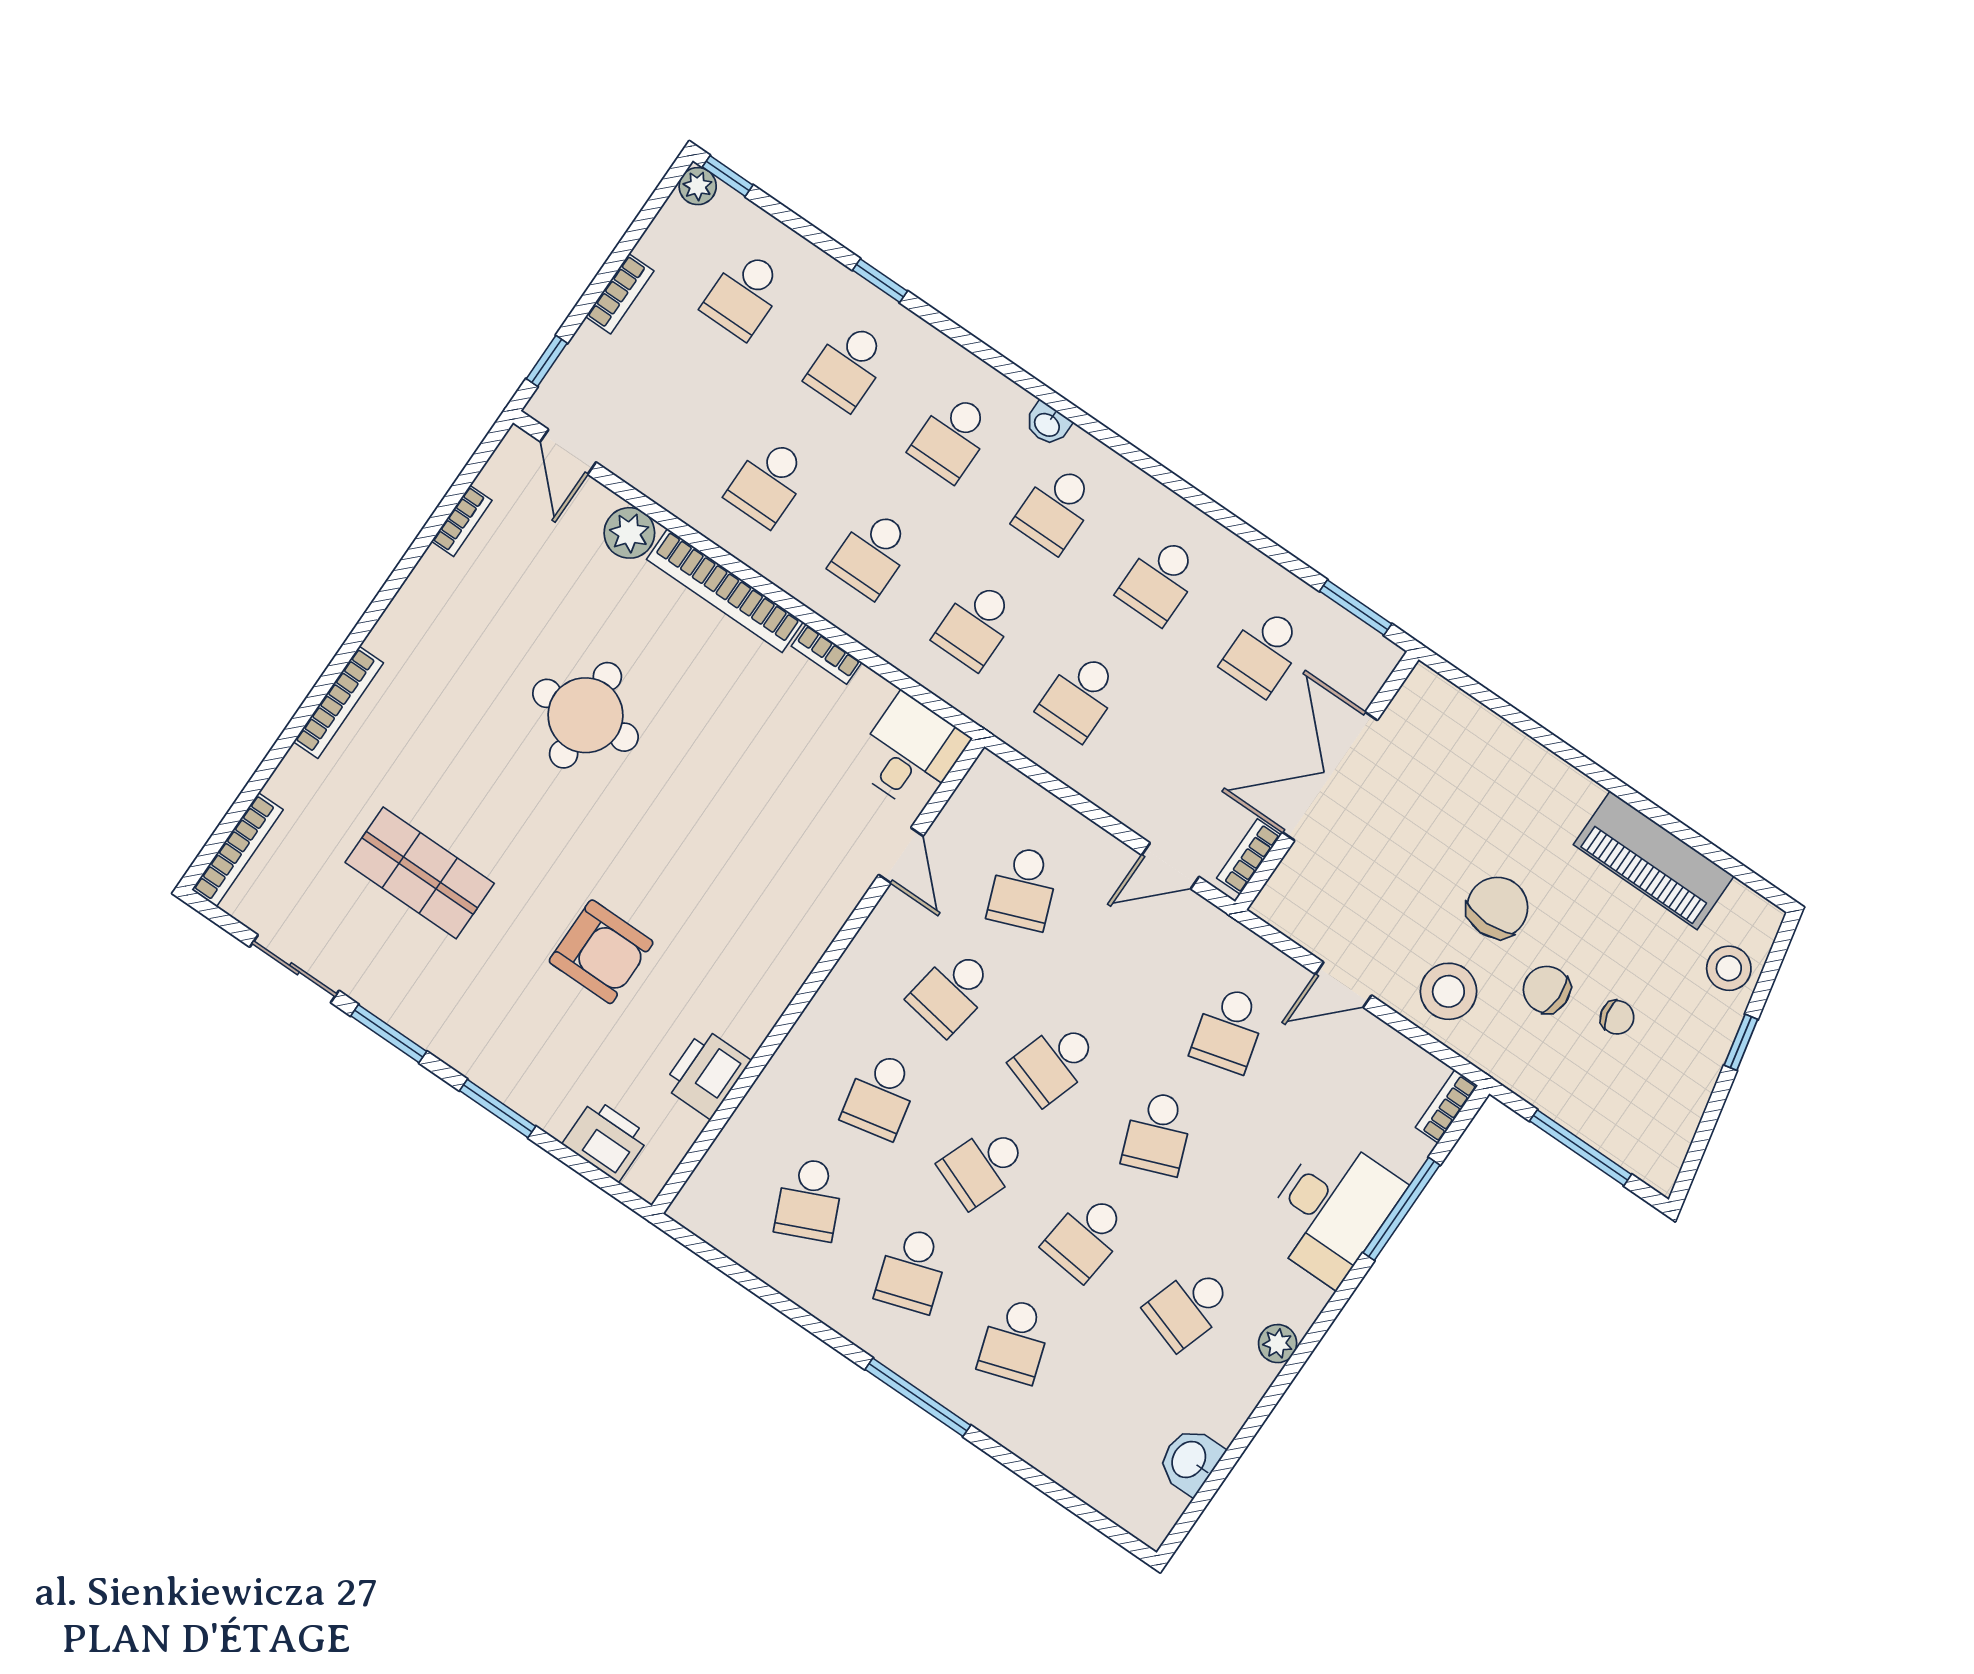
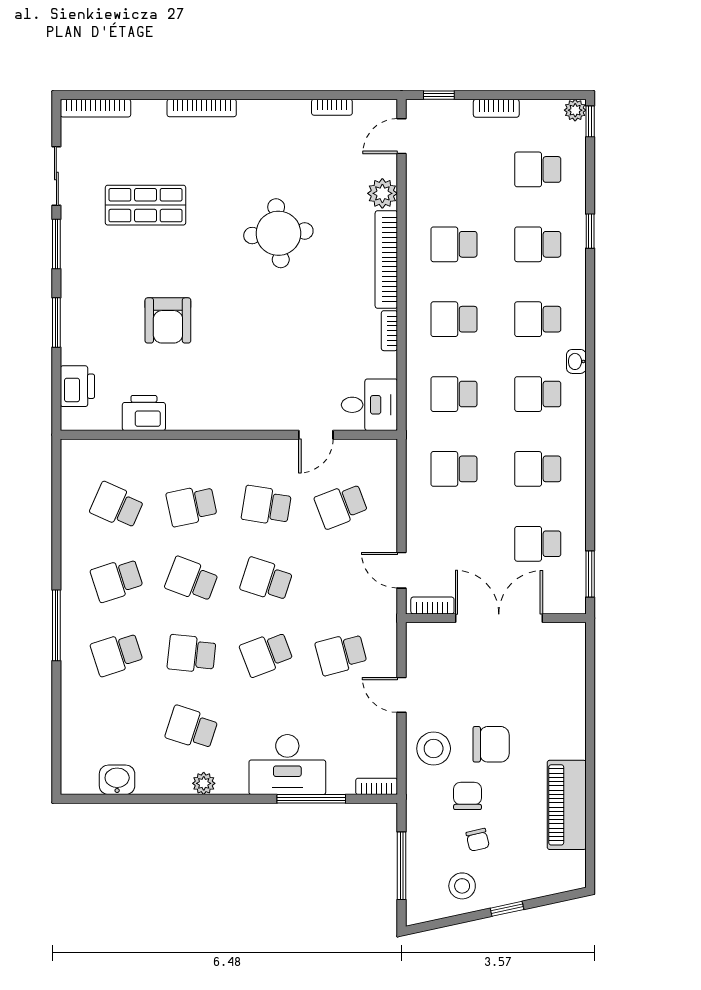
shop shelf: (420, 873) -> (146, 205), turned 90
stool: (1729, 968) -> (462, 886), moved
school desk: (809, 1199) -> (117, 506), turned 48

